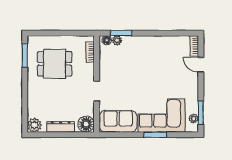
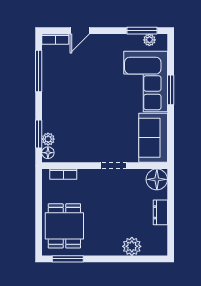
window: (170, 33) -> (39, 71), added
dining table: (55, 64) -> (64, 226), moved
plant: (34, 125) -> (132, 246), moved
dresser: (61, 127) -> (160, 212), width x0.70

